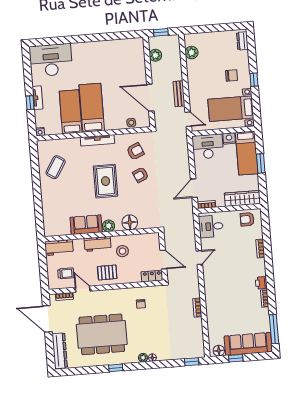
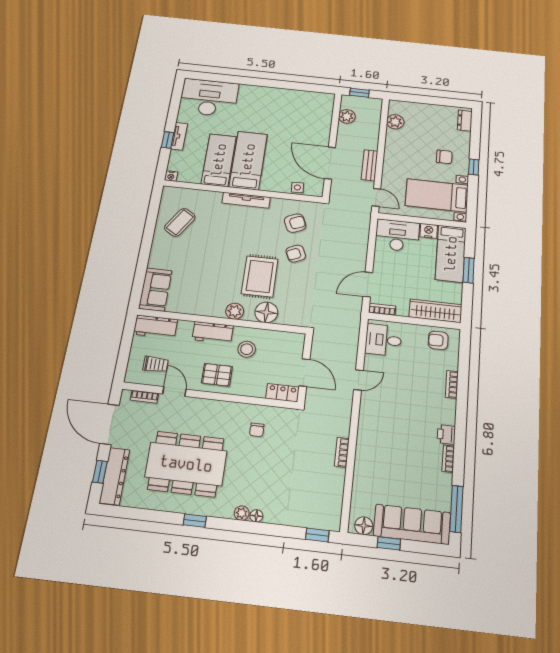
rug: (106, 181) -> (260, 276), moved
sofa: (86, 225) -> (155, 289), moved, turned 90
window: (50, 350) -> (100, 472), added

